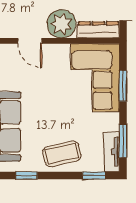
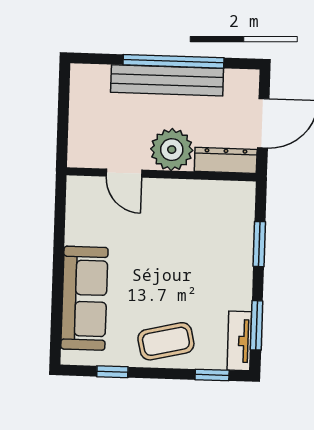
corner sofa: (95, 78) -> (218, 231), removed

